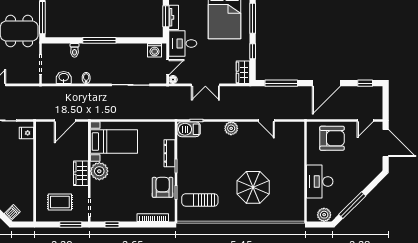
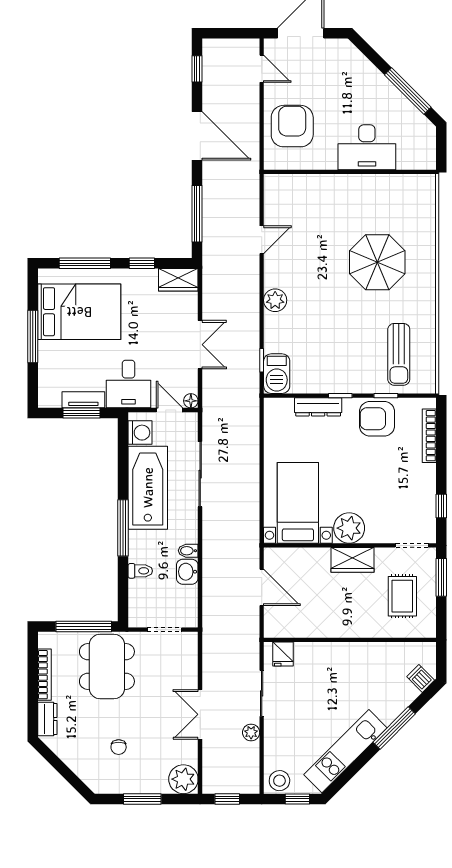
bathtub: (123, 55) -> (148, 488), added
washbasin: (64, 77) -> (187, 572), moved
plant: (324, 215) -> (424, 140), removed

